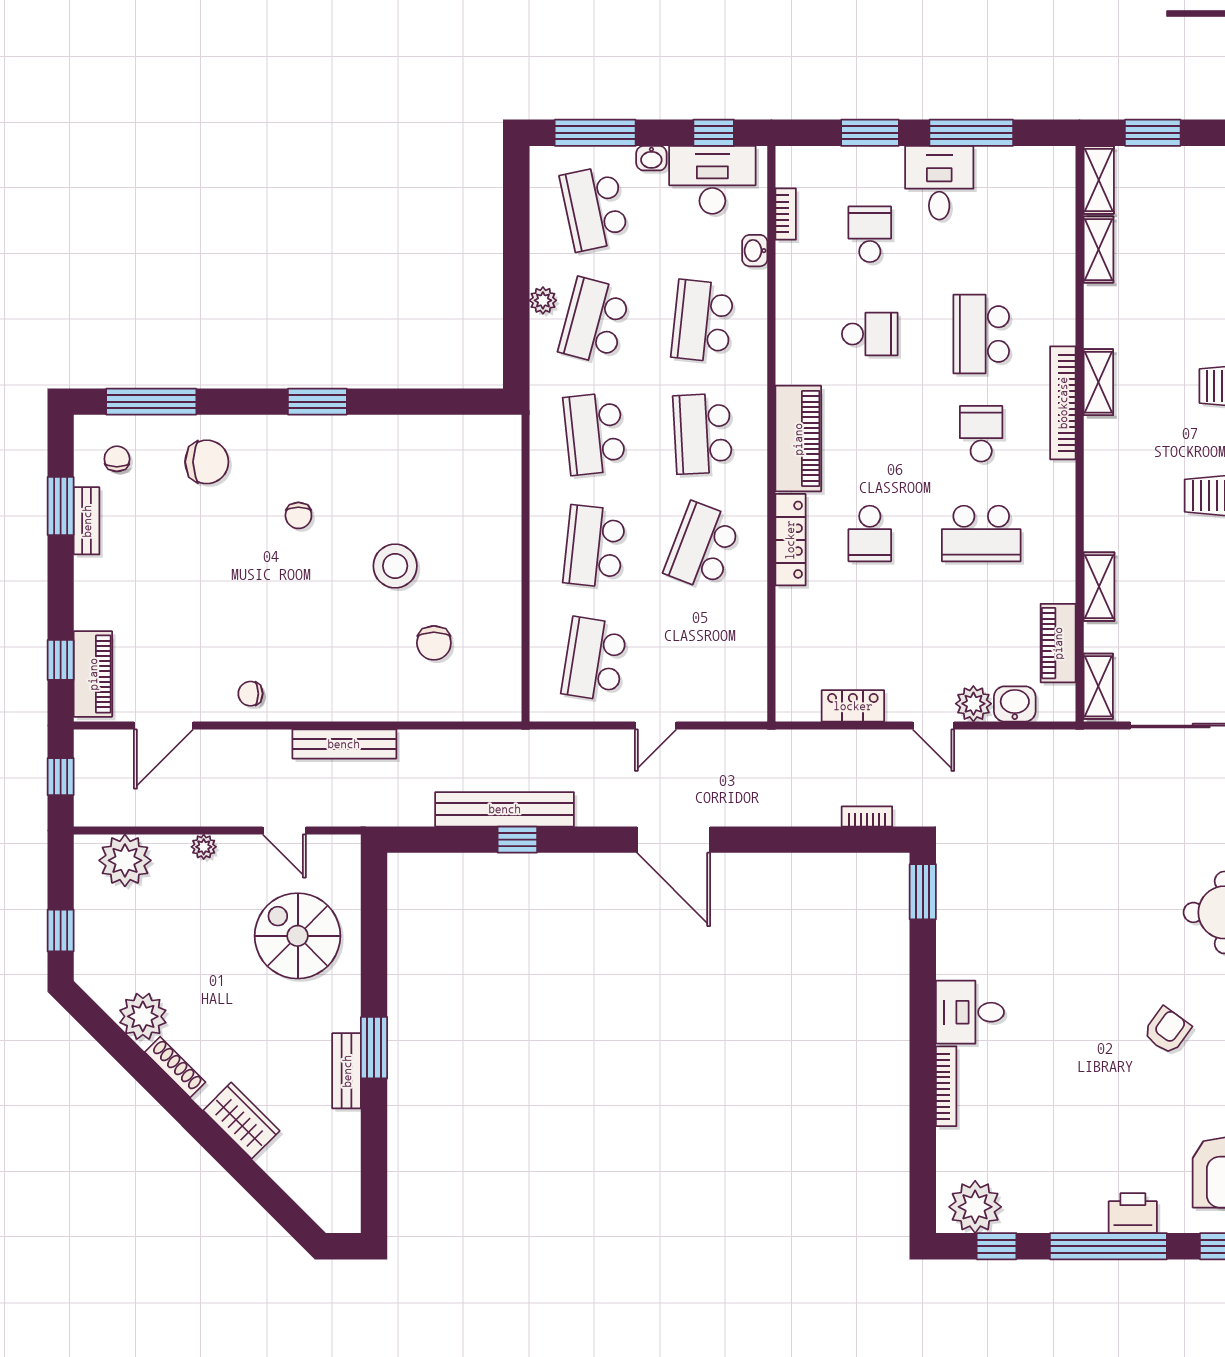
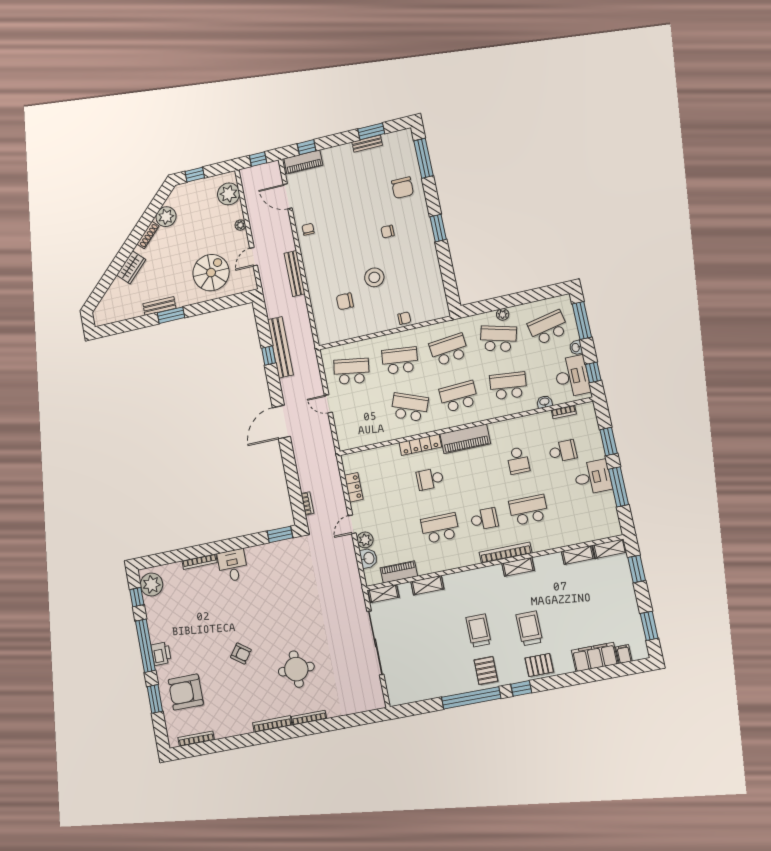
chair: (117, 459) -> (404, 318), moved
school desk: (981, 533) -> (440, 528), turned 90

